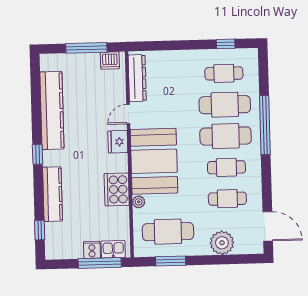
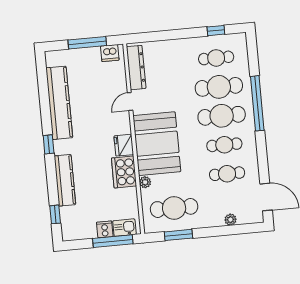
fridge: (118, 142) -> (124, 145), moved
plant: (222, 243) -> (230, 220), width x0.53, depth x0.53

